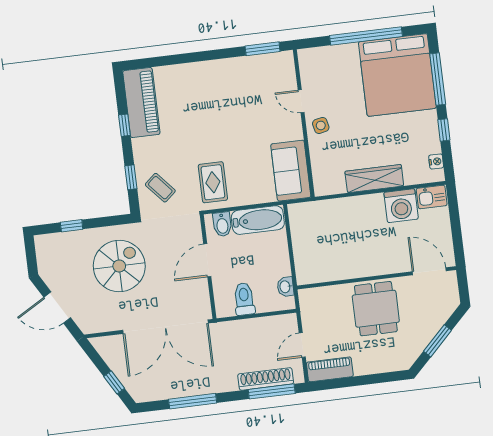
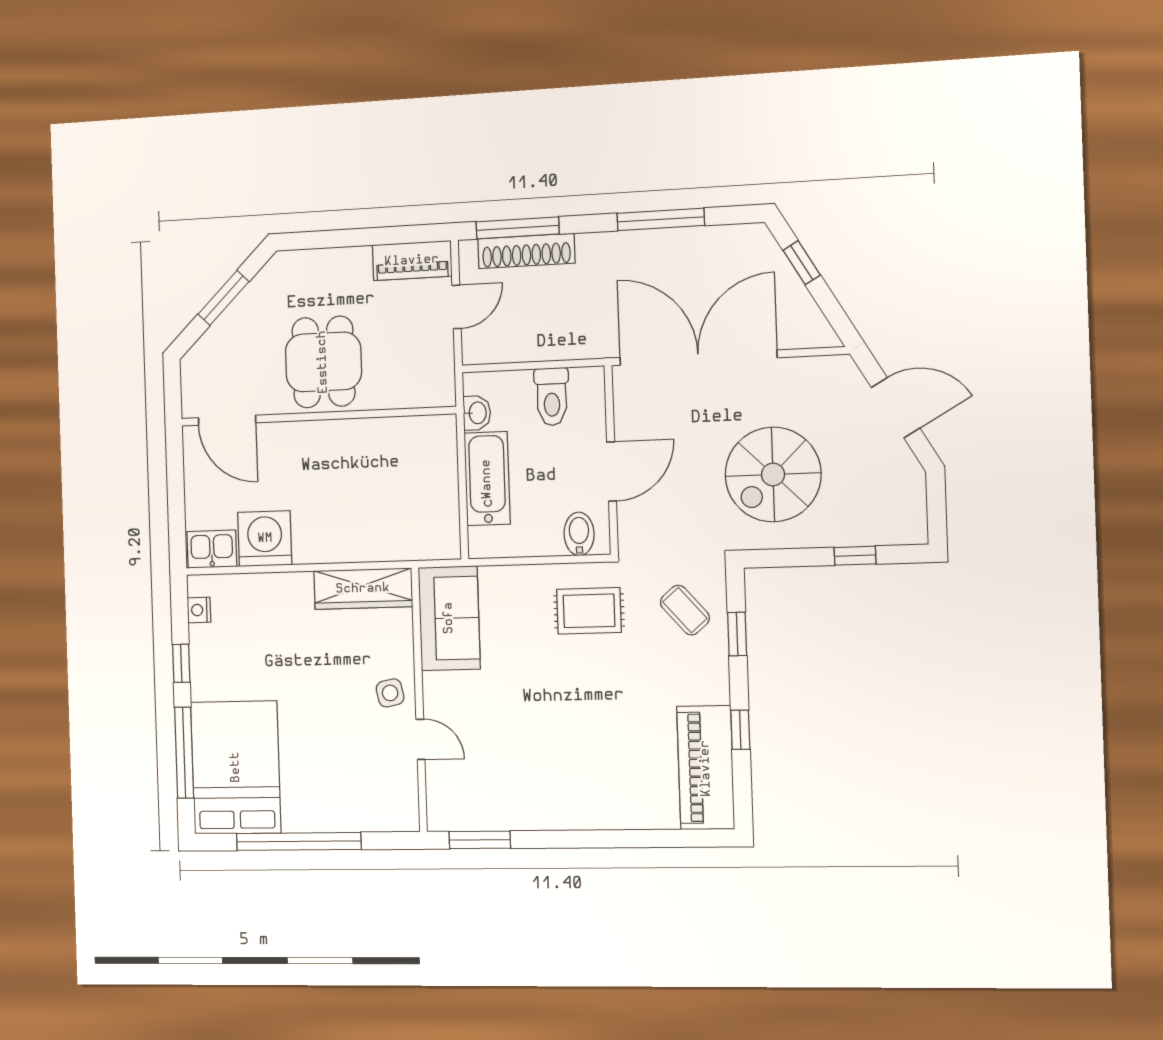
bed: (397, 75) -> (236, 767), width x0.73
wardrobe: (374, 179) -> (363, 589), moved
rug: (213, 182) -> (589, 611), turned 90
bathtub: (258, 220) -> (487, 479), moved, turned 90

